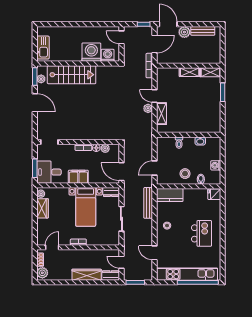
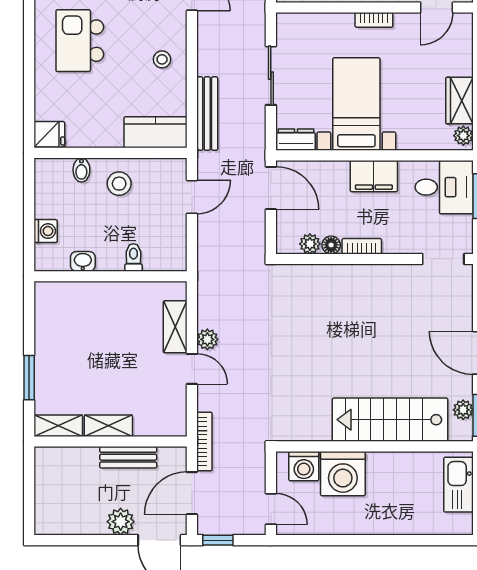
bench: (203, 31) -> (128, 457), moved
washing machine: (216, 165) -> (46, 231), moved

